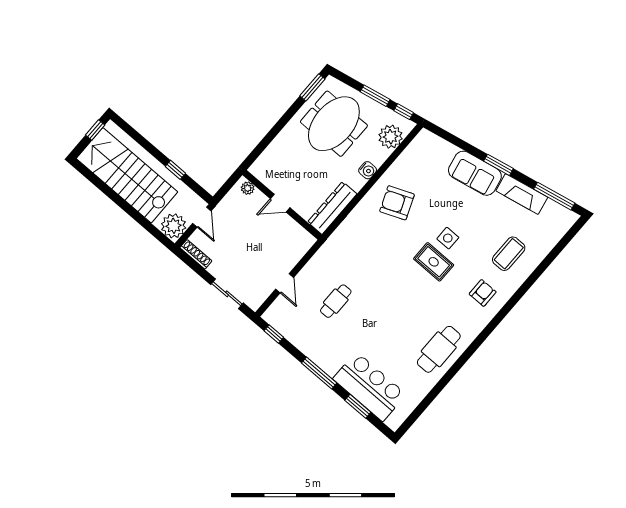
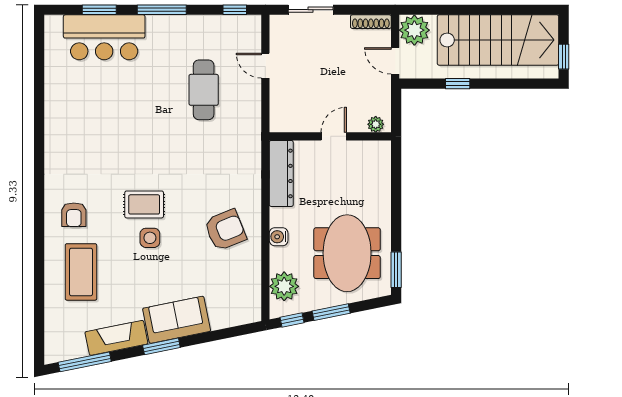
coffee table: (509, 254) -> (81, 272), width x1.36, depth x1.32
cafe table: (336, 301) -> (204, 90), width x1.37, depth x1.35
cafe table: (439, 349) -> (70, 127), removed

